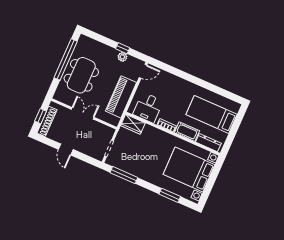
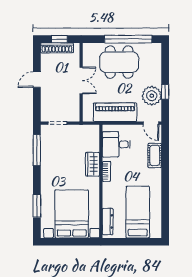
plant: (122, 57) -> (152, 96), width x1.87, depth x1.87
wardrobe: (133, 124) -> (93, 164), moved
cot: (187, 132) -> (155, 155), moved

